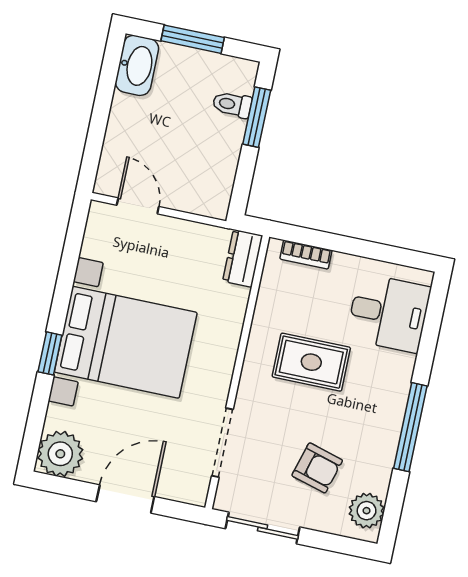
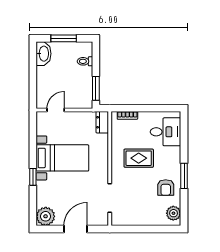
window: (257, 117) -> (96, 88), moved
door: (138, 206) -> (56, 110), hinge flipped
bed with nightstands: (126, 342) -> (62, 158), width x0.73
window: (410, 427) -> (184, 176), width x0.69
armchair: (317, 468) -> (166, 188), moved, turned 74
sliding door: (263, 528) -> (133, 229), removed

